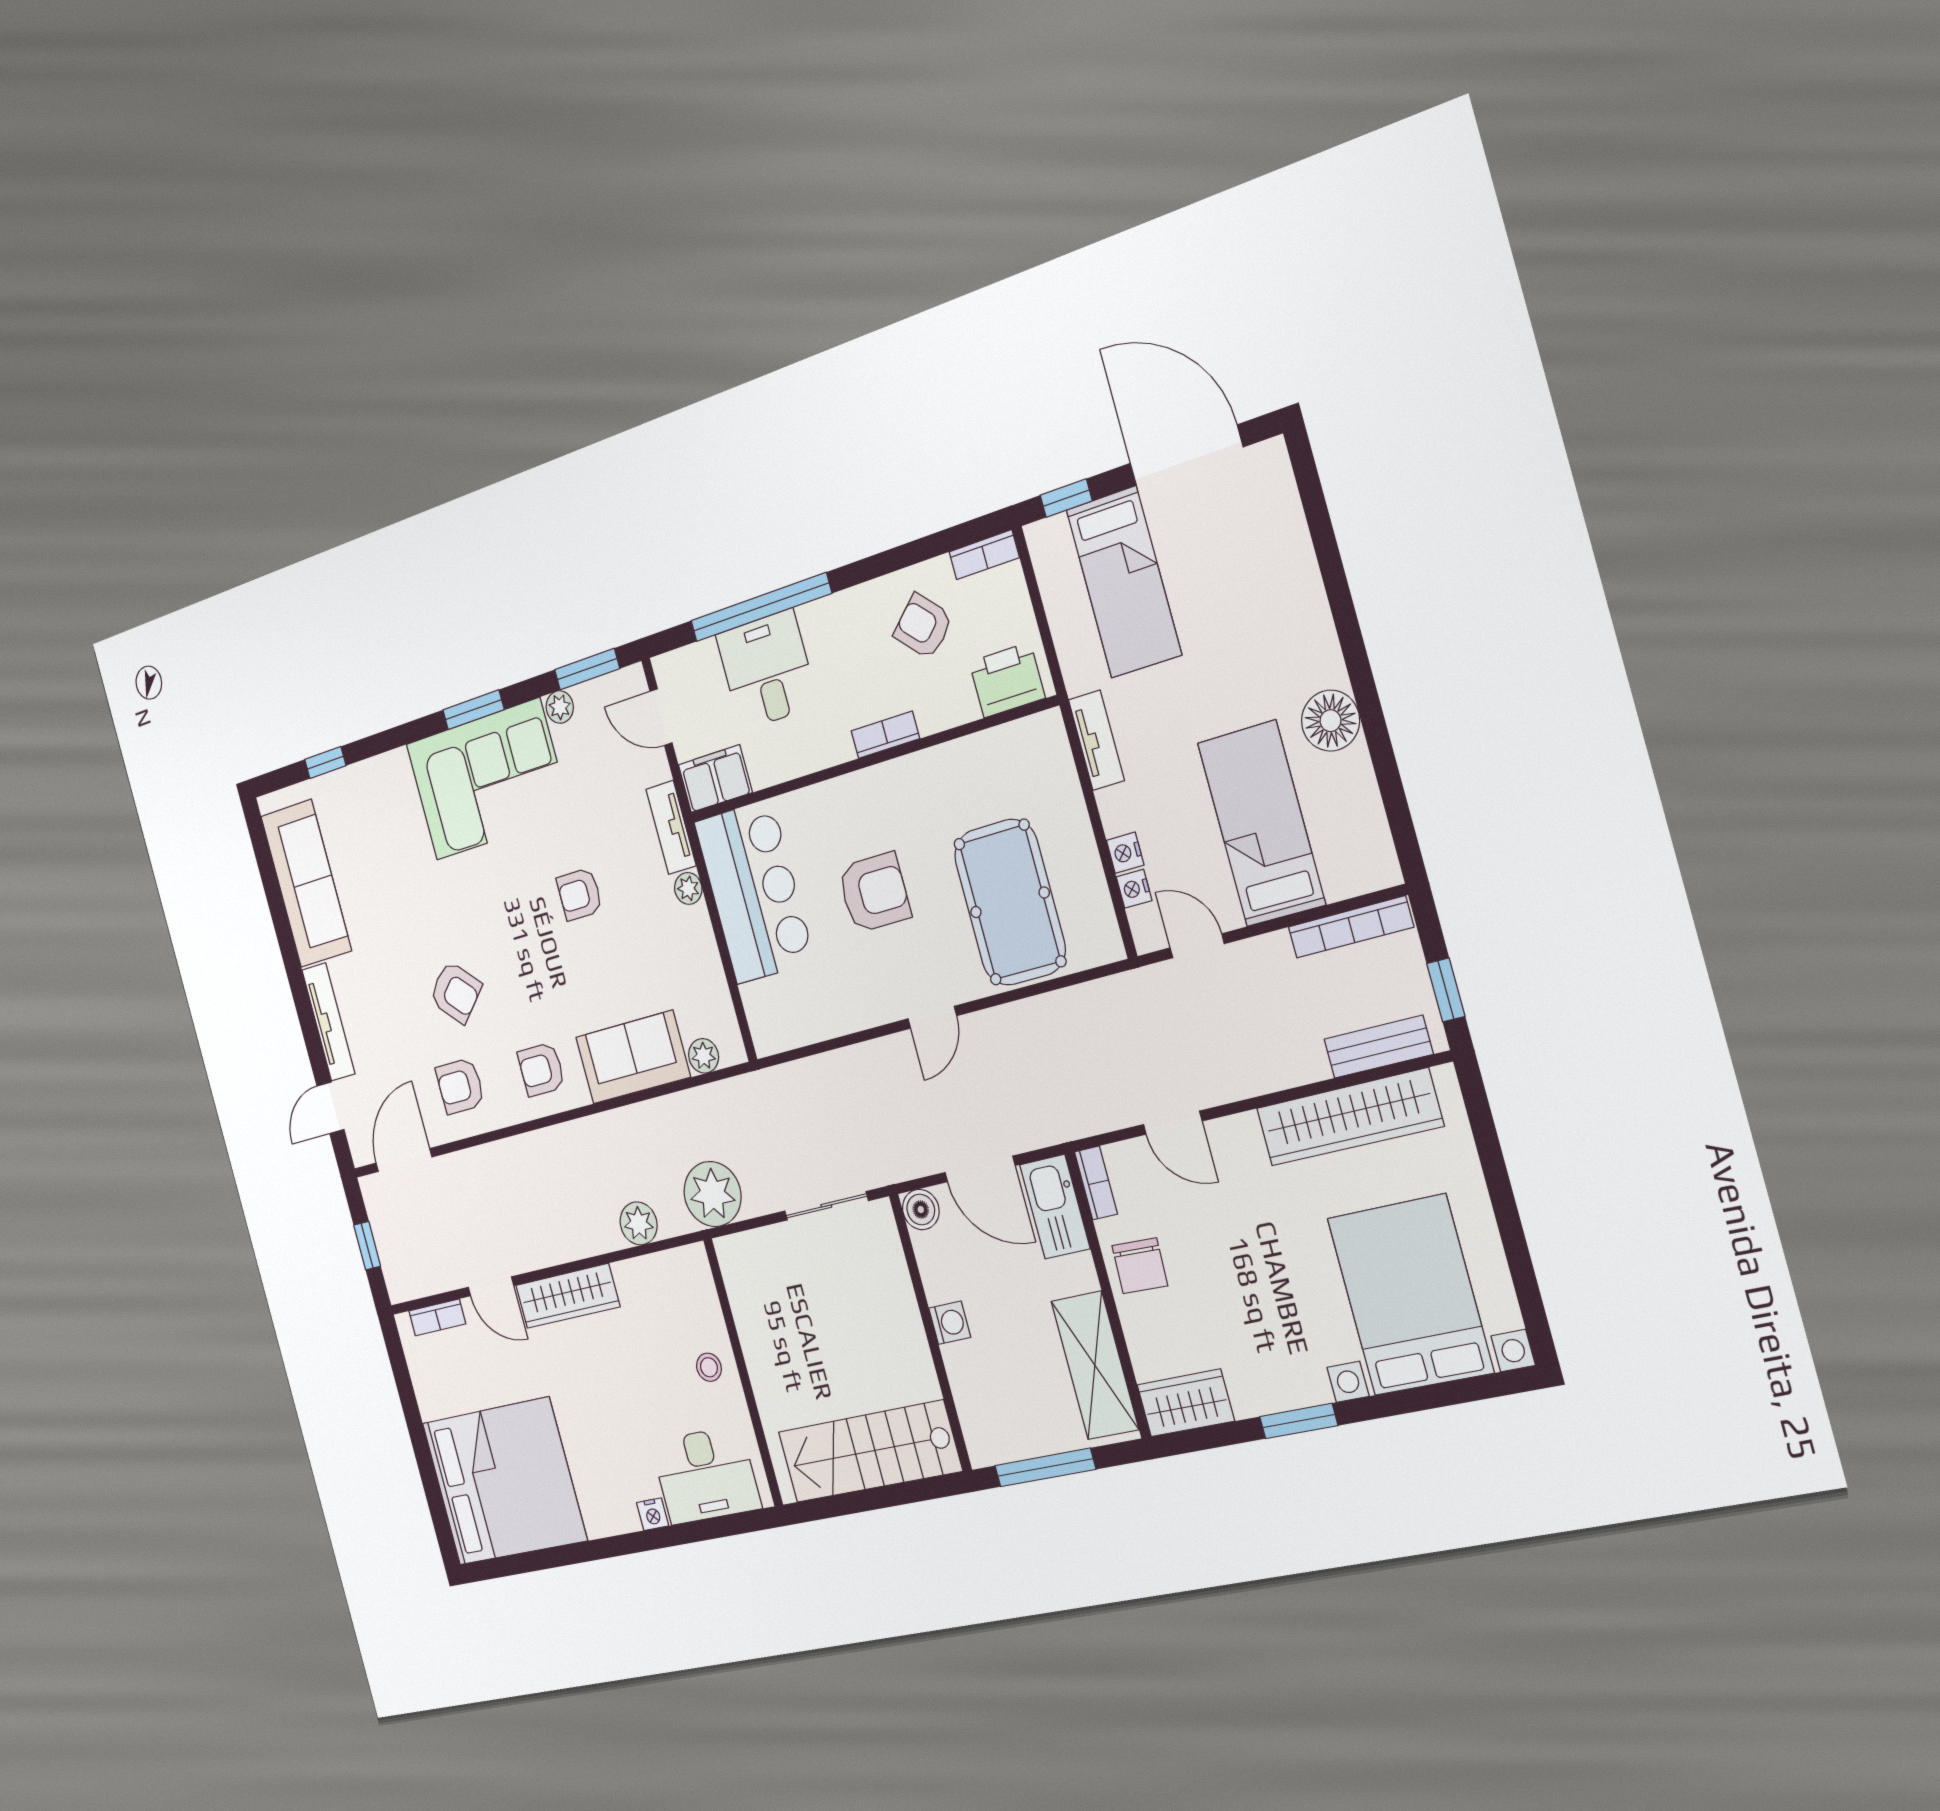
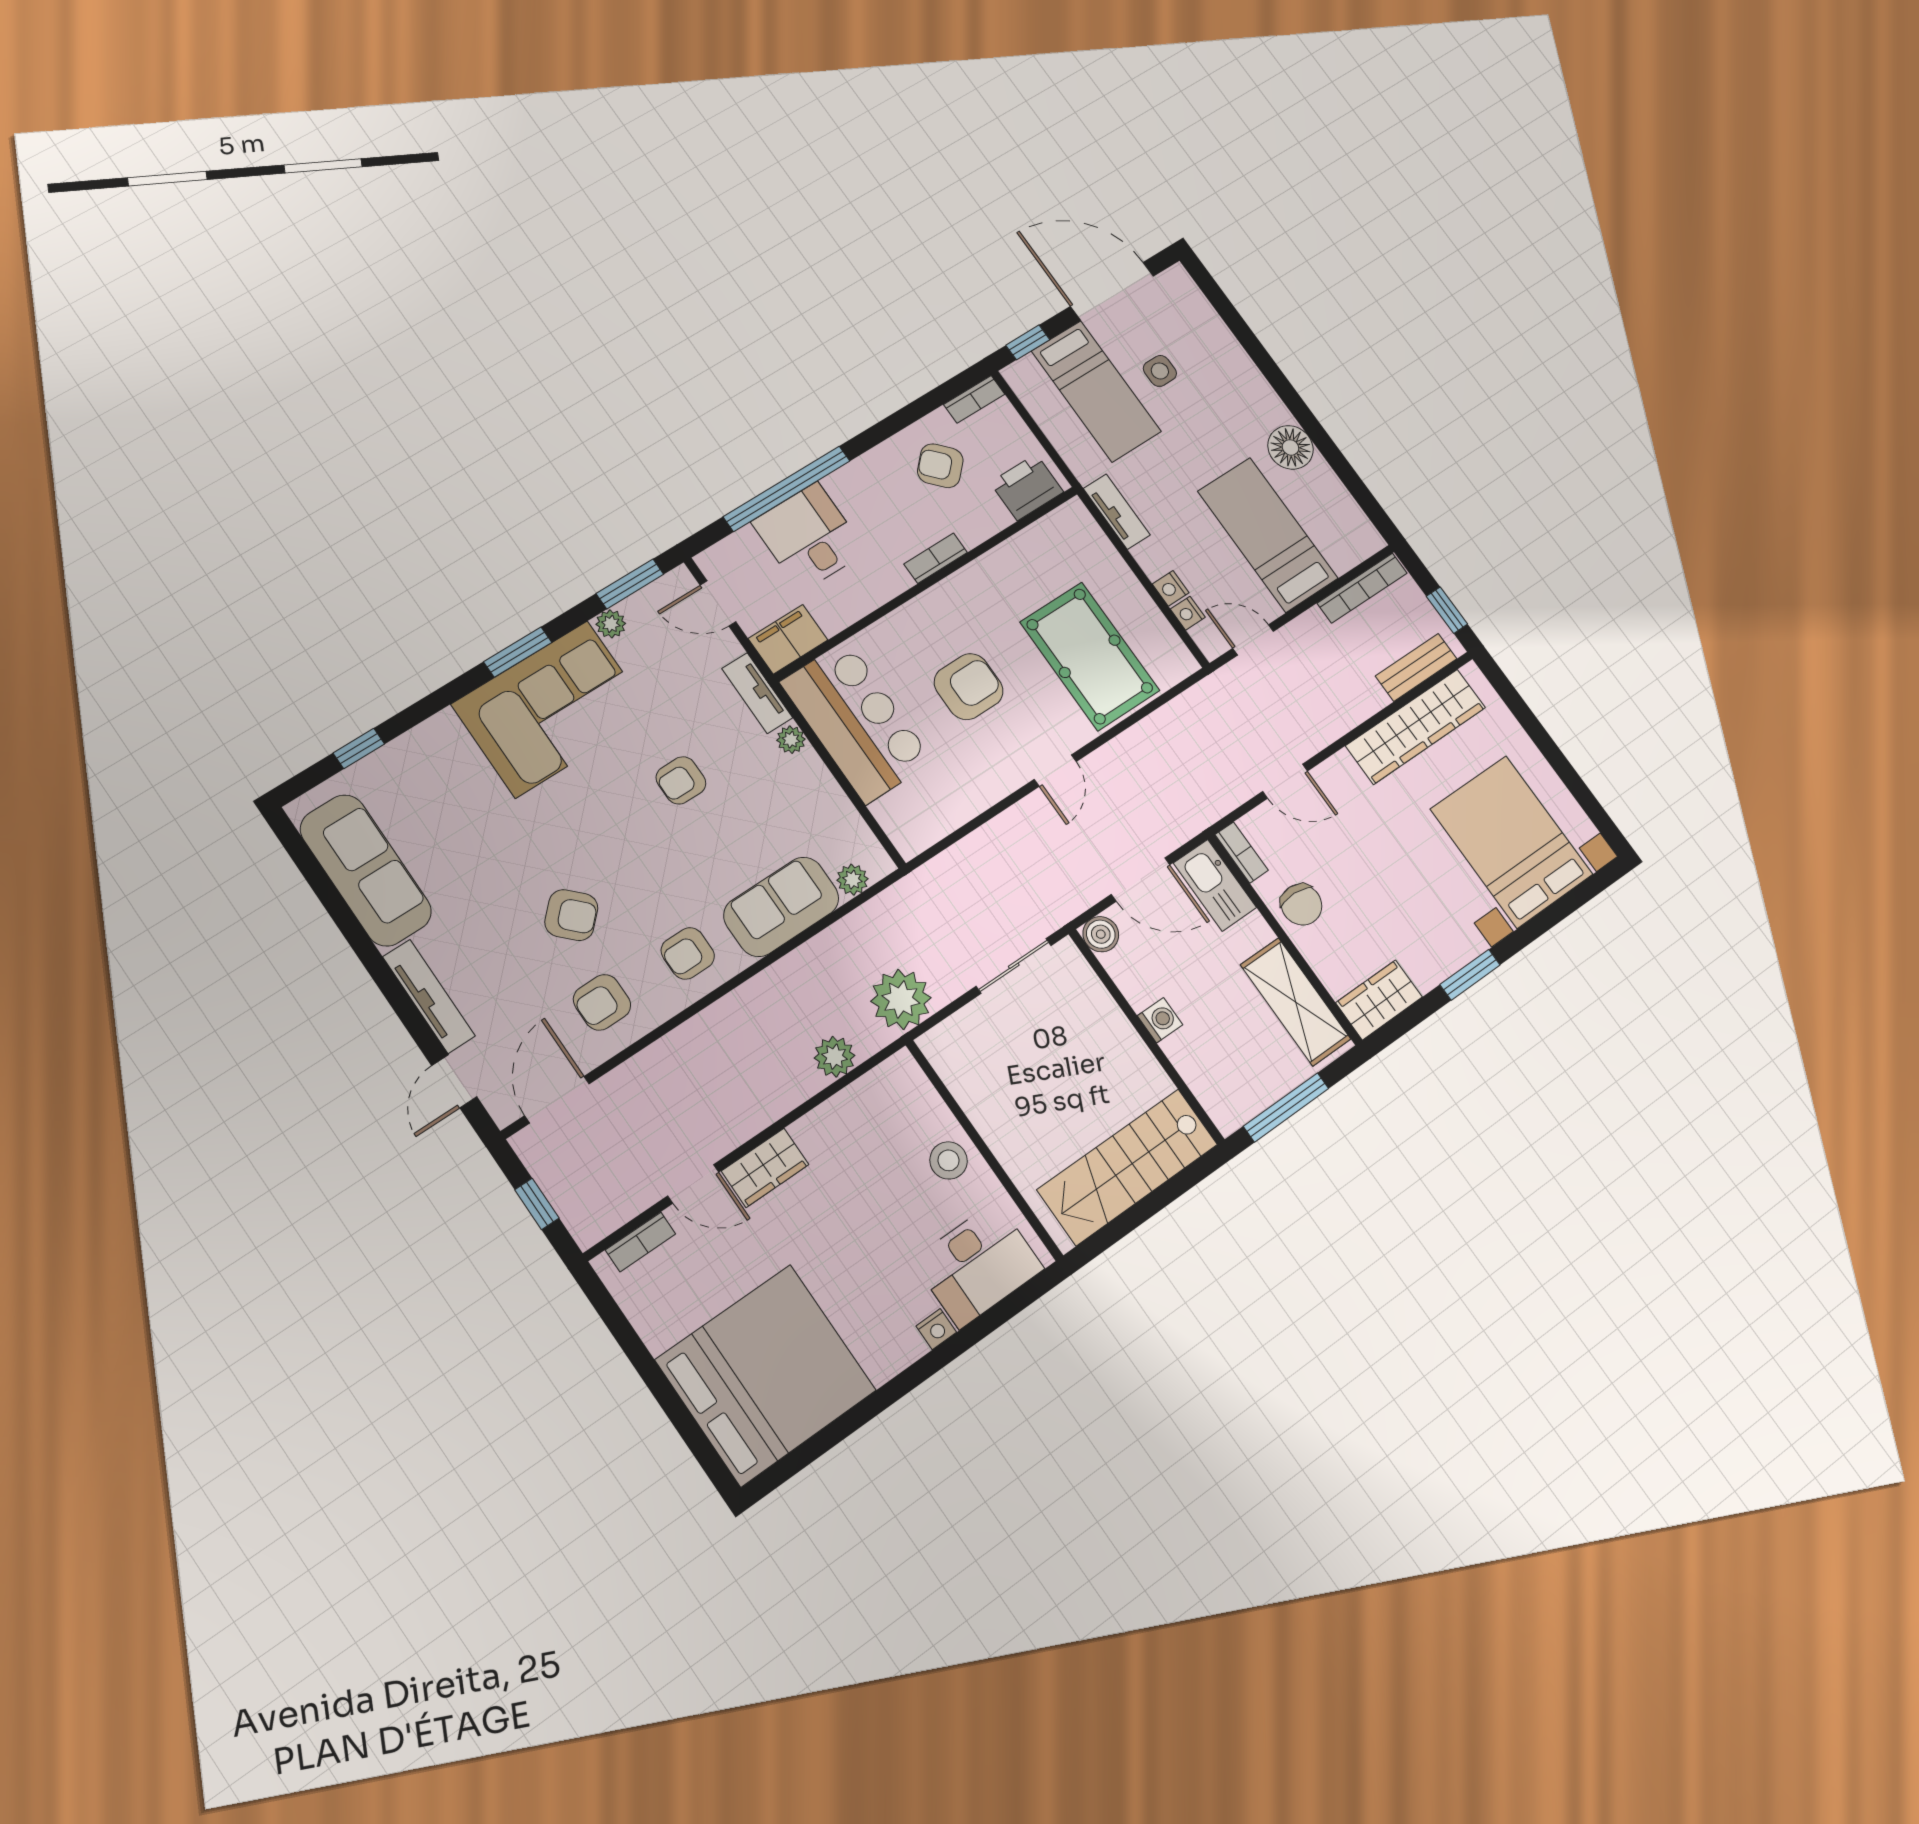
side table: (1207, 576) -> (1160, 371), added
wardrobe: (568, 1296) -> (765, 1168), width x0.67
stool: (709, 1367) -> (949, 1160), width x1.37, depth x1.37

